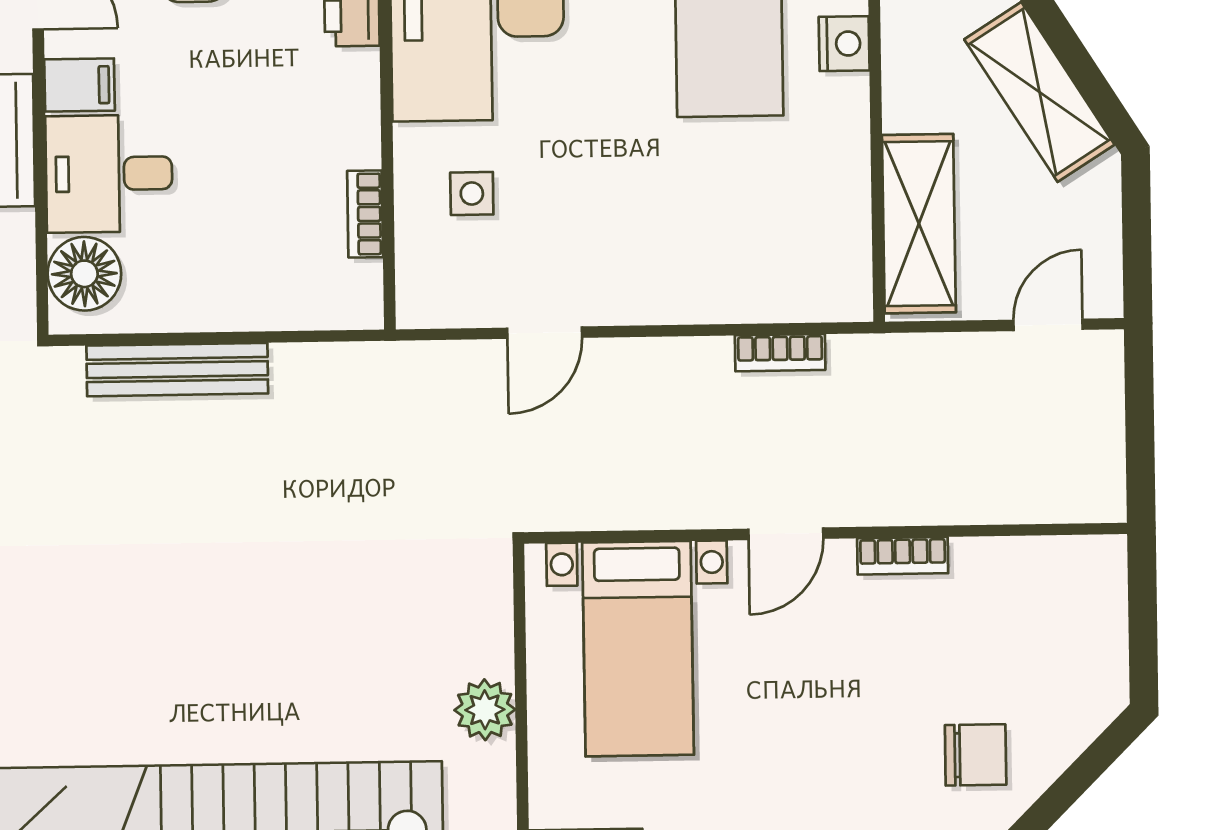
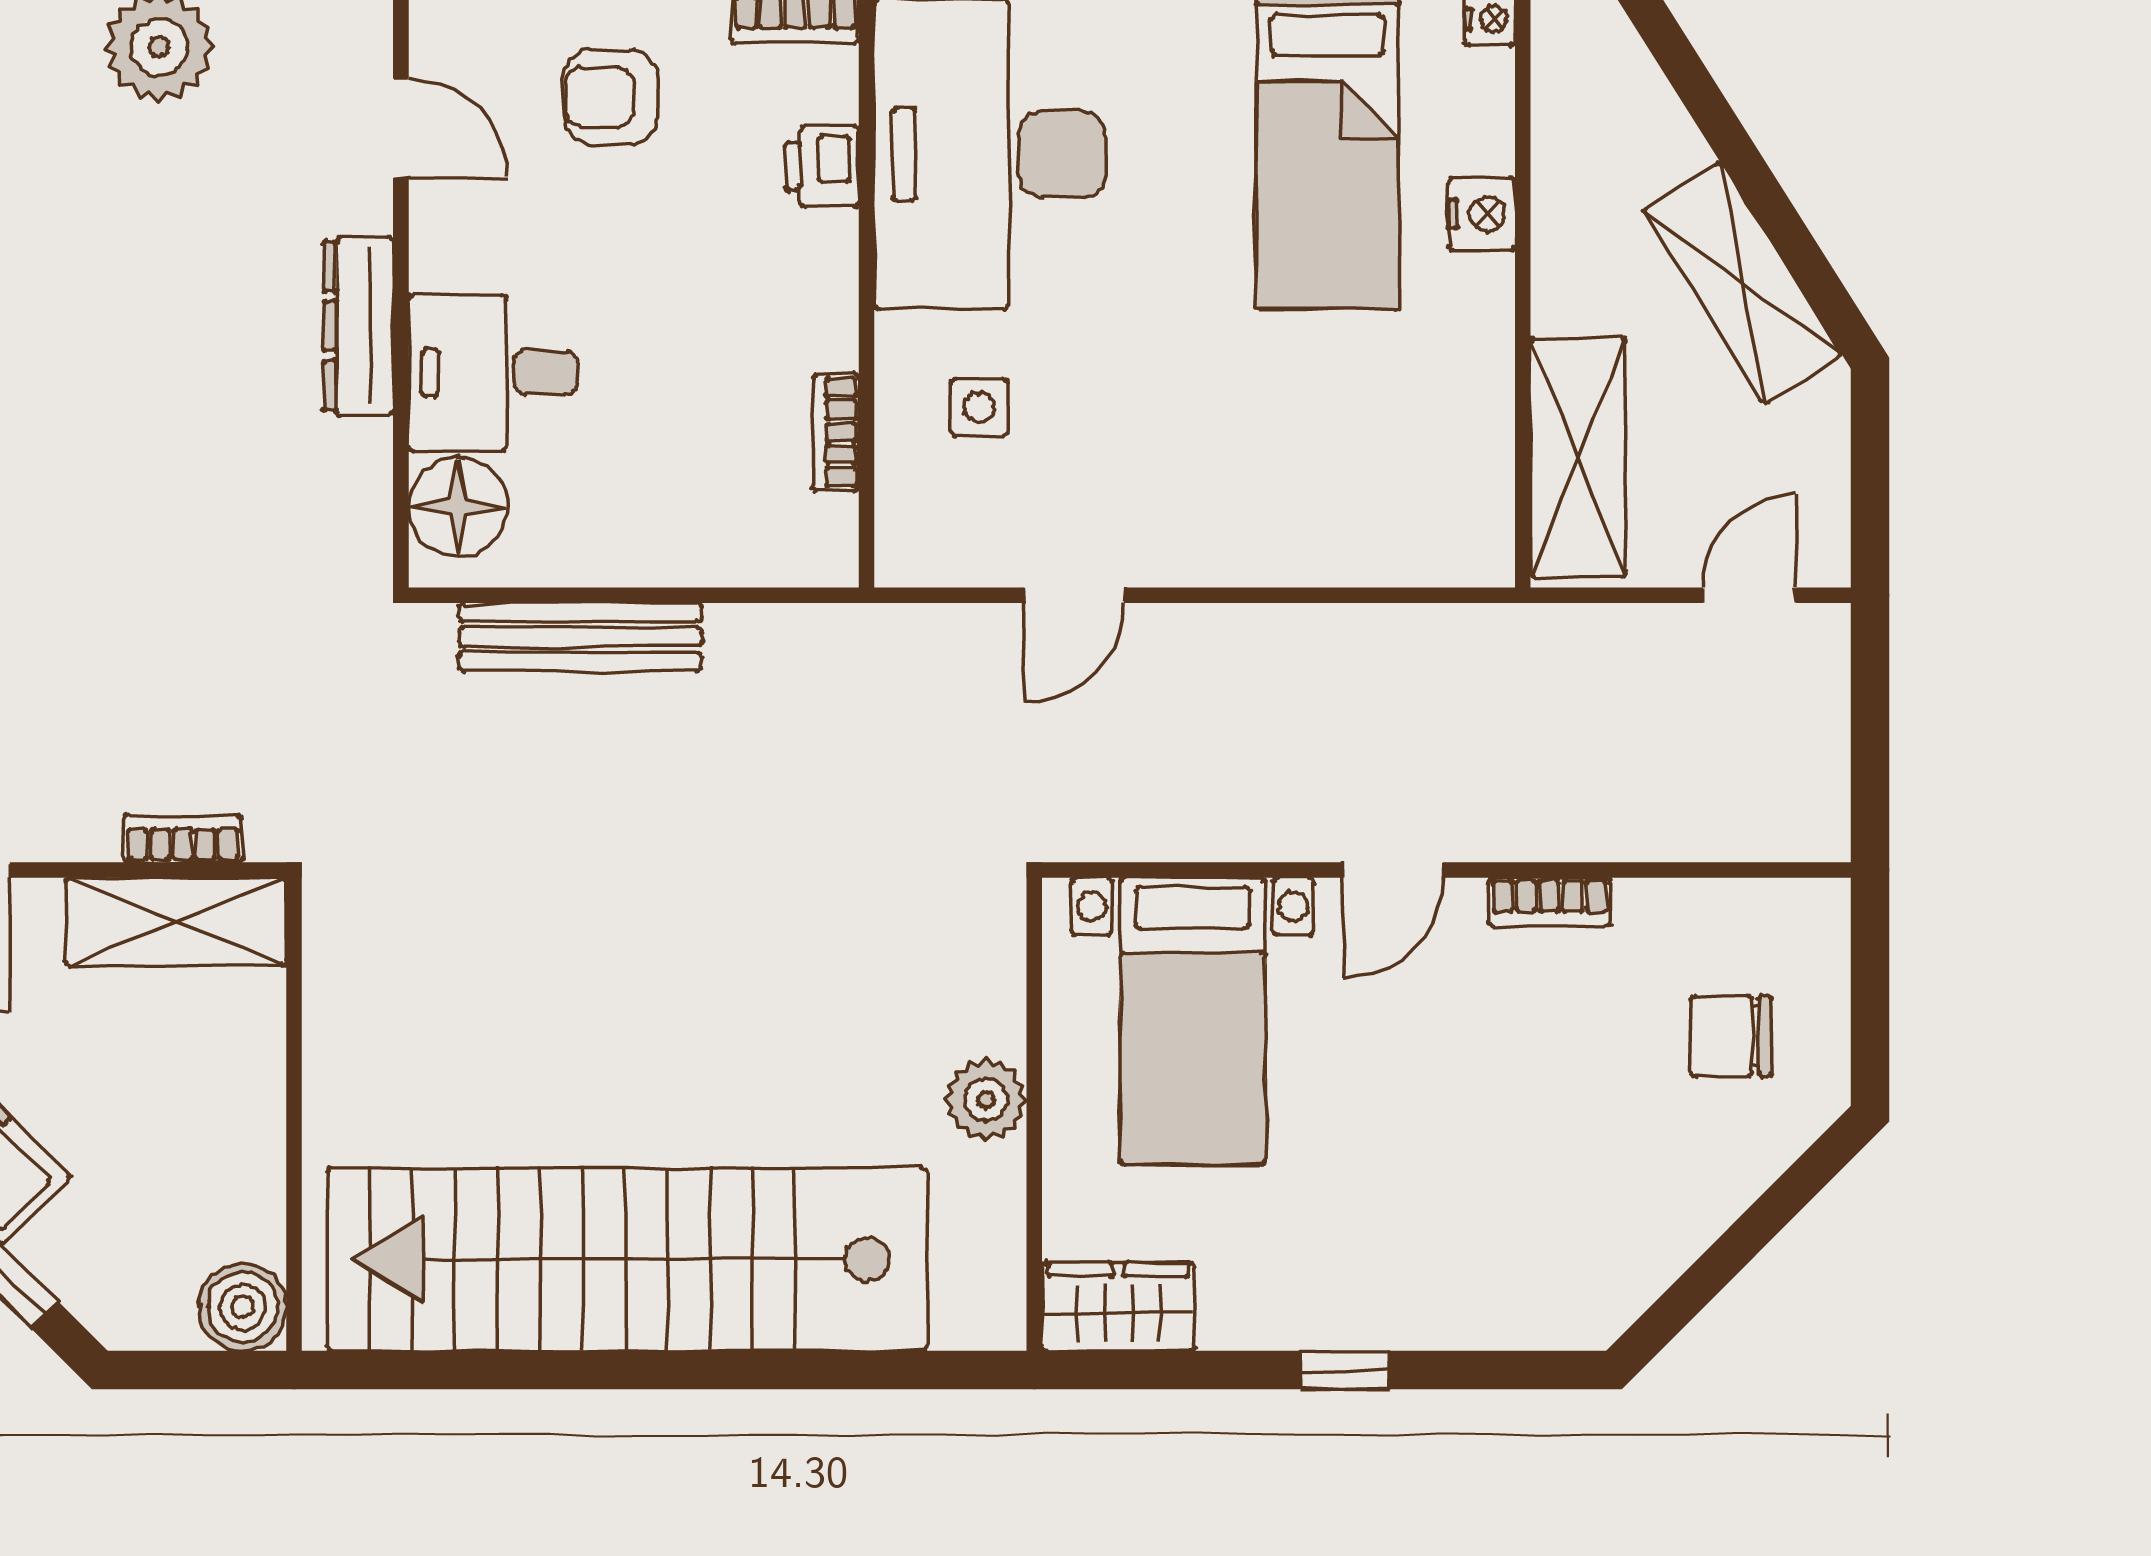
filing cabinet: (79, 85) -> (455, 253), removed
bookcase: (780, 353) -> (1389, 627), removed
chair: (976, 755) -> (1731, 1036), moved, turned 180

